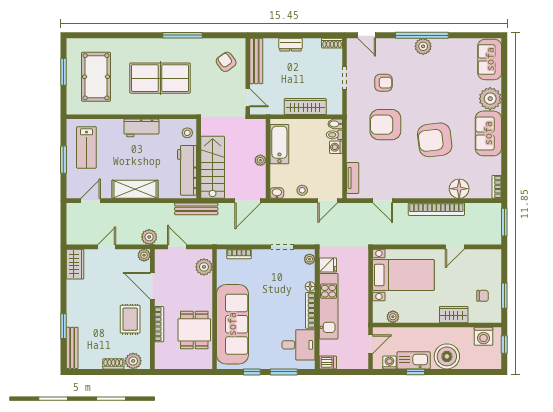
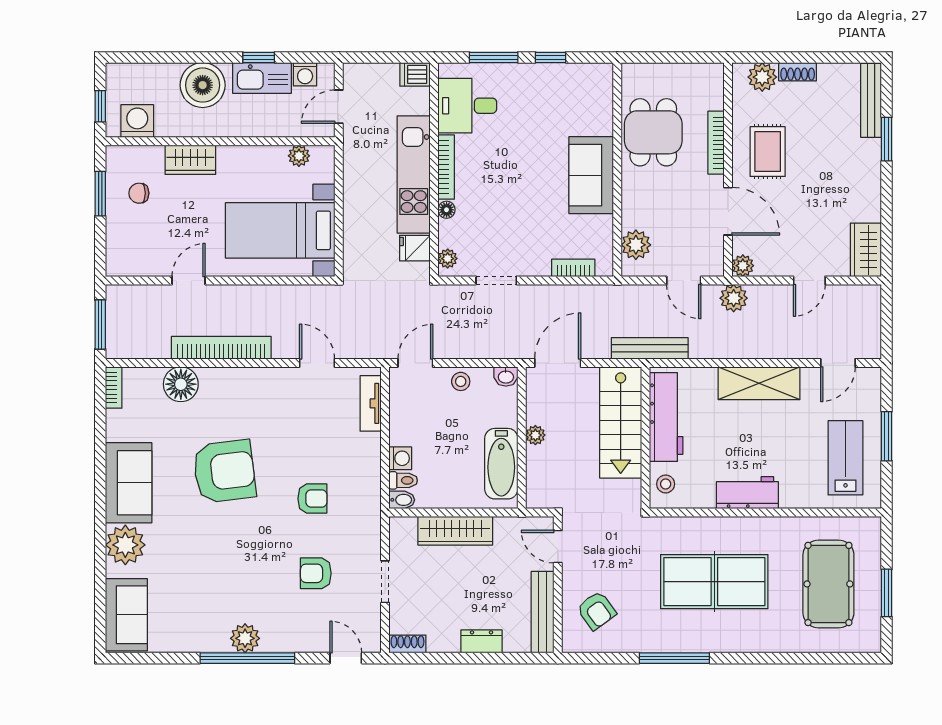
armchair: (385, 125) -> (312, 499), width x0.53, depth x0.53
sofa: (232, 324) -> (591, 175), width x0.54, depth x0.79

